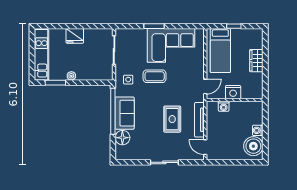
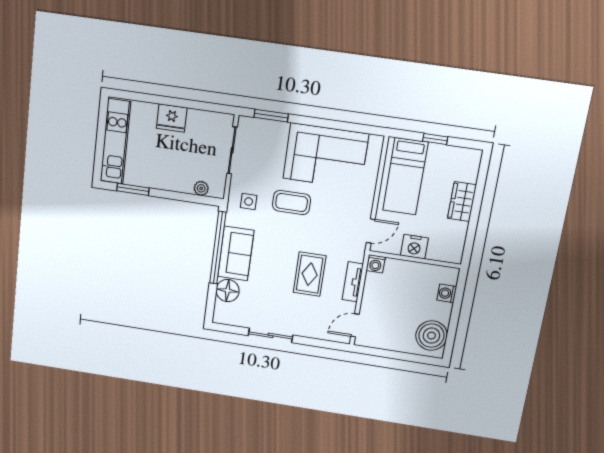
window: (154, 26) -> (271, 116), moved
plant: (71, 76) -> (201, 188), moved
washing machine: (224, 106) -> (376, 264), moved
tv unit: (199, 120) -> (353, 282), width x0.71
washing machine: (258, 130) -> (447, 293), moved
door: (205, 147) -> (355, 325), hinge flipped
sliding door: (164, 162) -> (271, 335), moved

